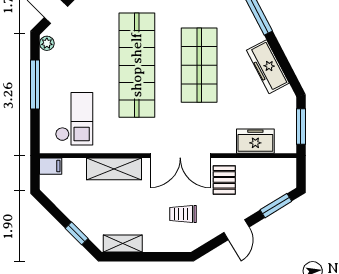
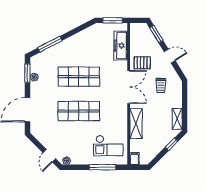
shop shelf: (137, 65) -> (79, 111), width x0.71
freezer: (268, 67) -> (80, 39), removed
window: (35, 84) -> (102, 167), moved
checkout: (74, 119) -> (108, 146), turned 180
freezer: (255, 141) -> (121, 46), width x1.40

